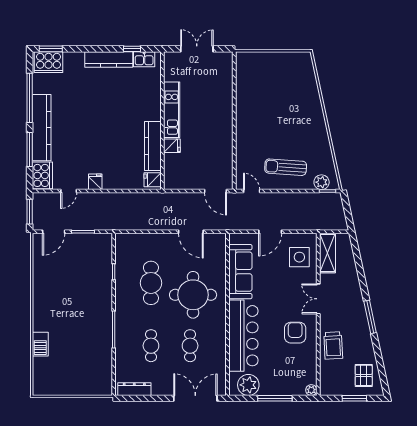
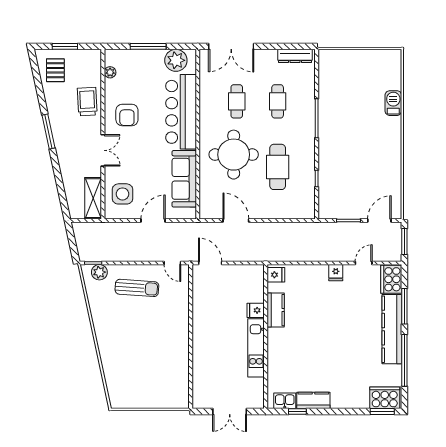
kitchen counter: (109, 59) -> (313, 400), width x0.67
kitchen counter: (153, 146) -> (276, 310), width x0.67
plant: (311, 390) -> (110, 72), moved

